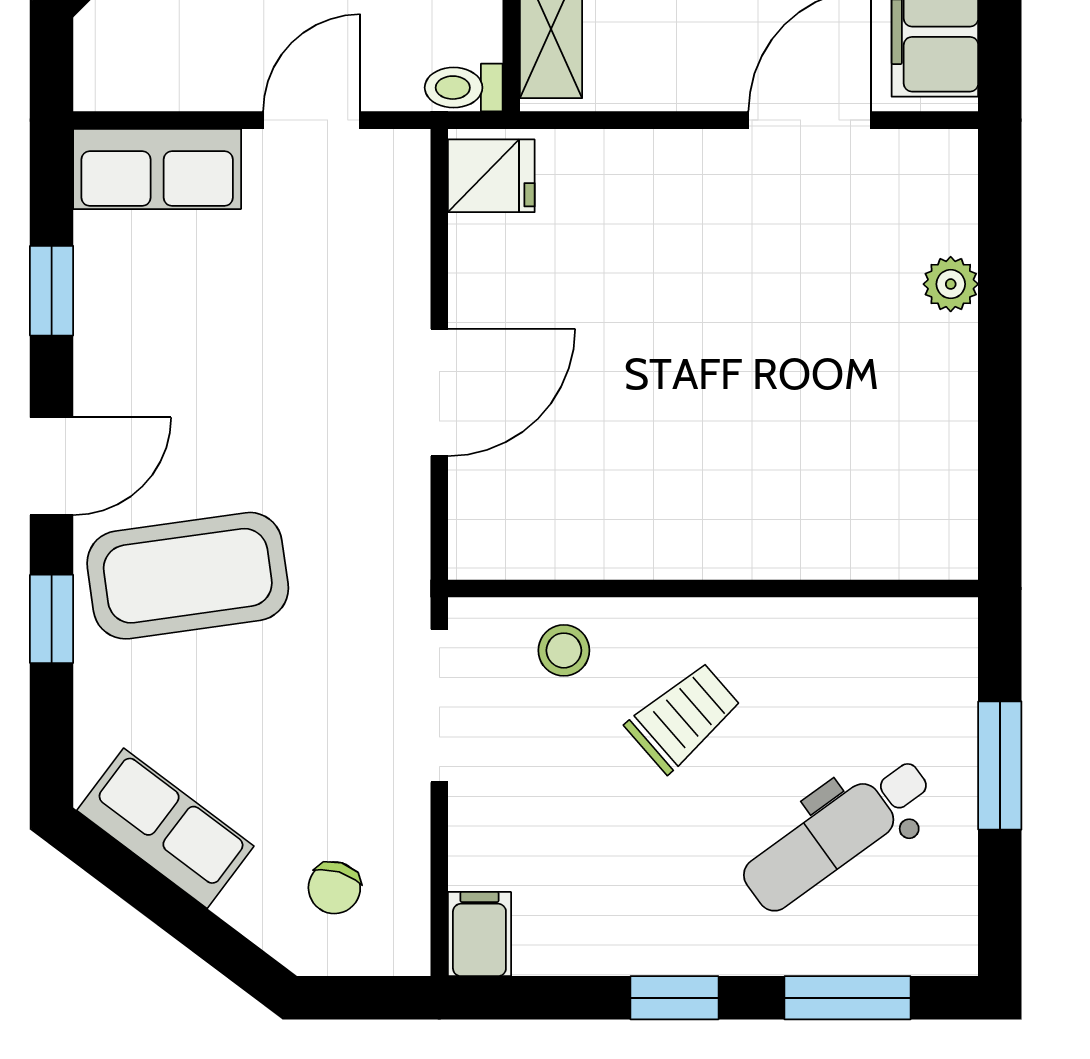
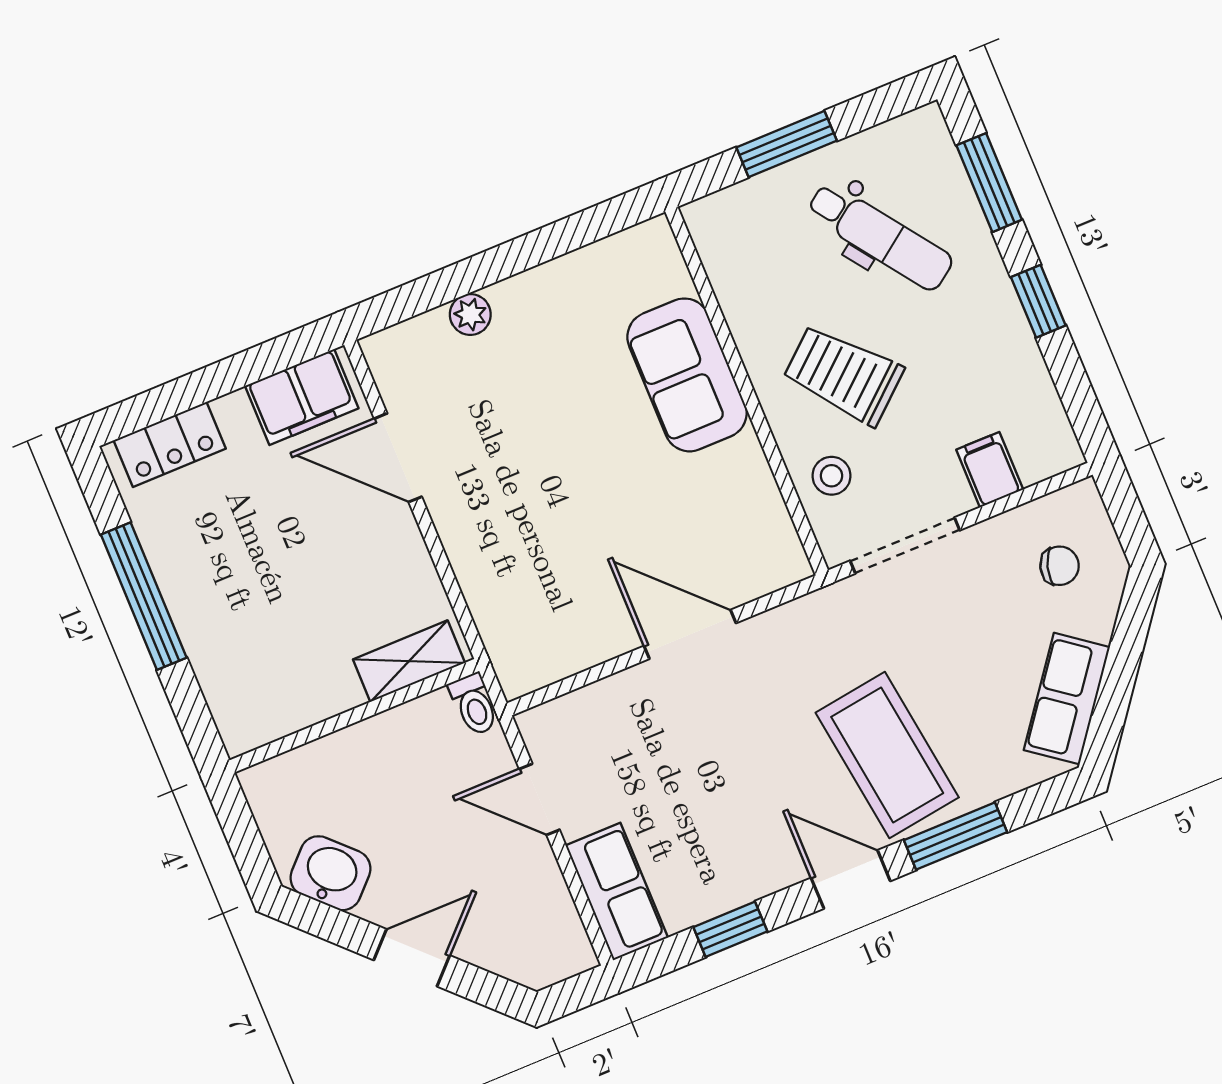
fridge: (491, 176) -> (527, 660), removed
sofa: (764, 523) -> (687, 375), added
window: (52, 619) -> (955, 836), width x1.50
trolley: (684, 717) -> (843, 375), width x1.36, depth x1.39
filing cabinet: (479, 934) -> (990, 470), moved, turned 90

